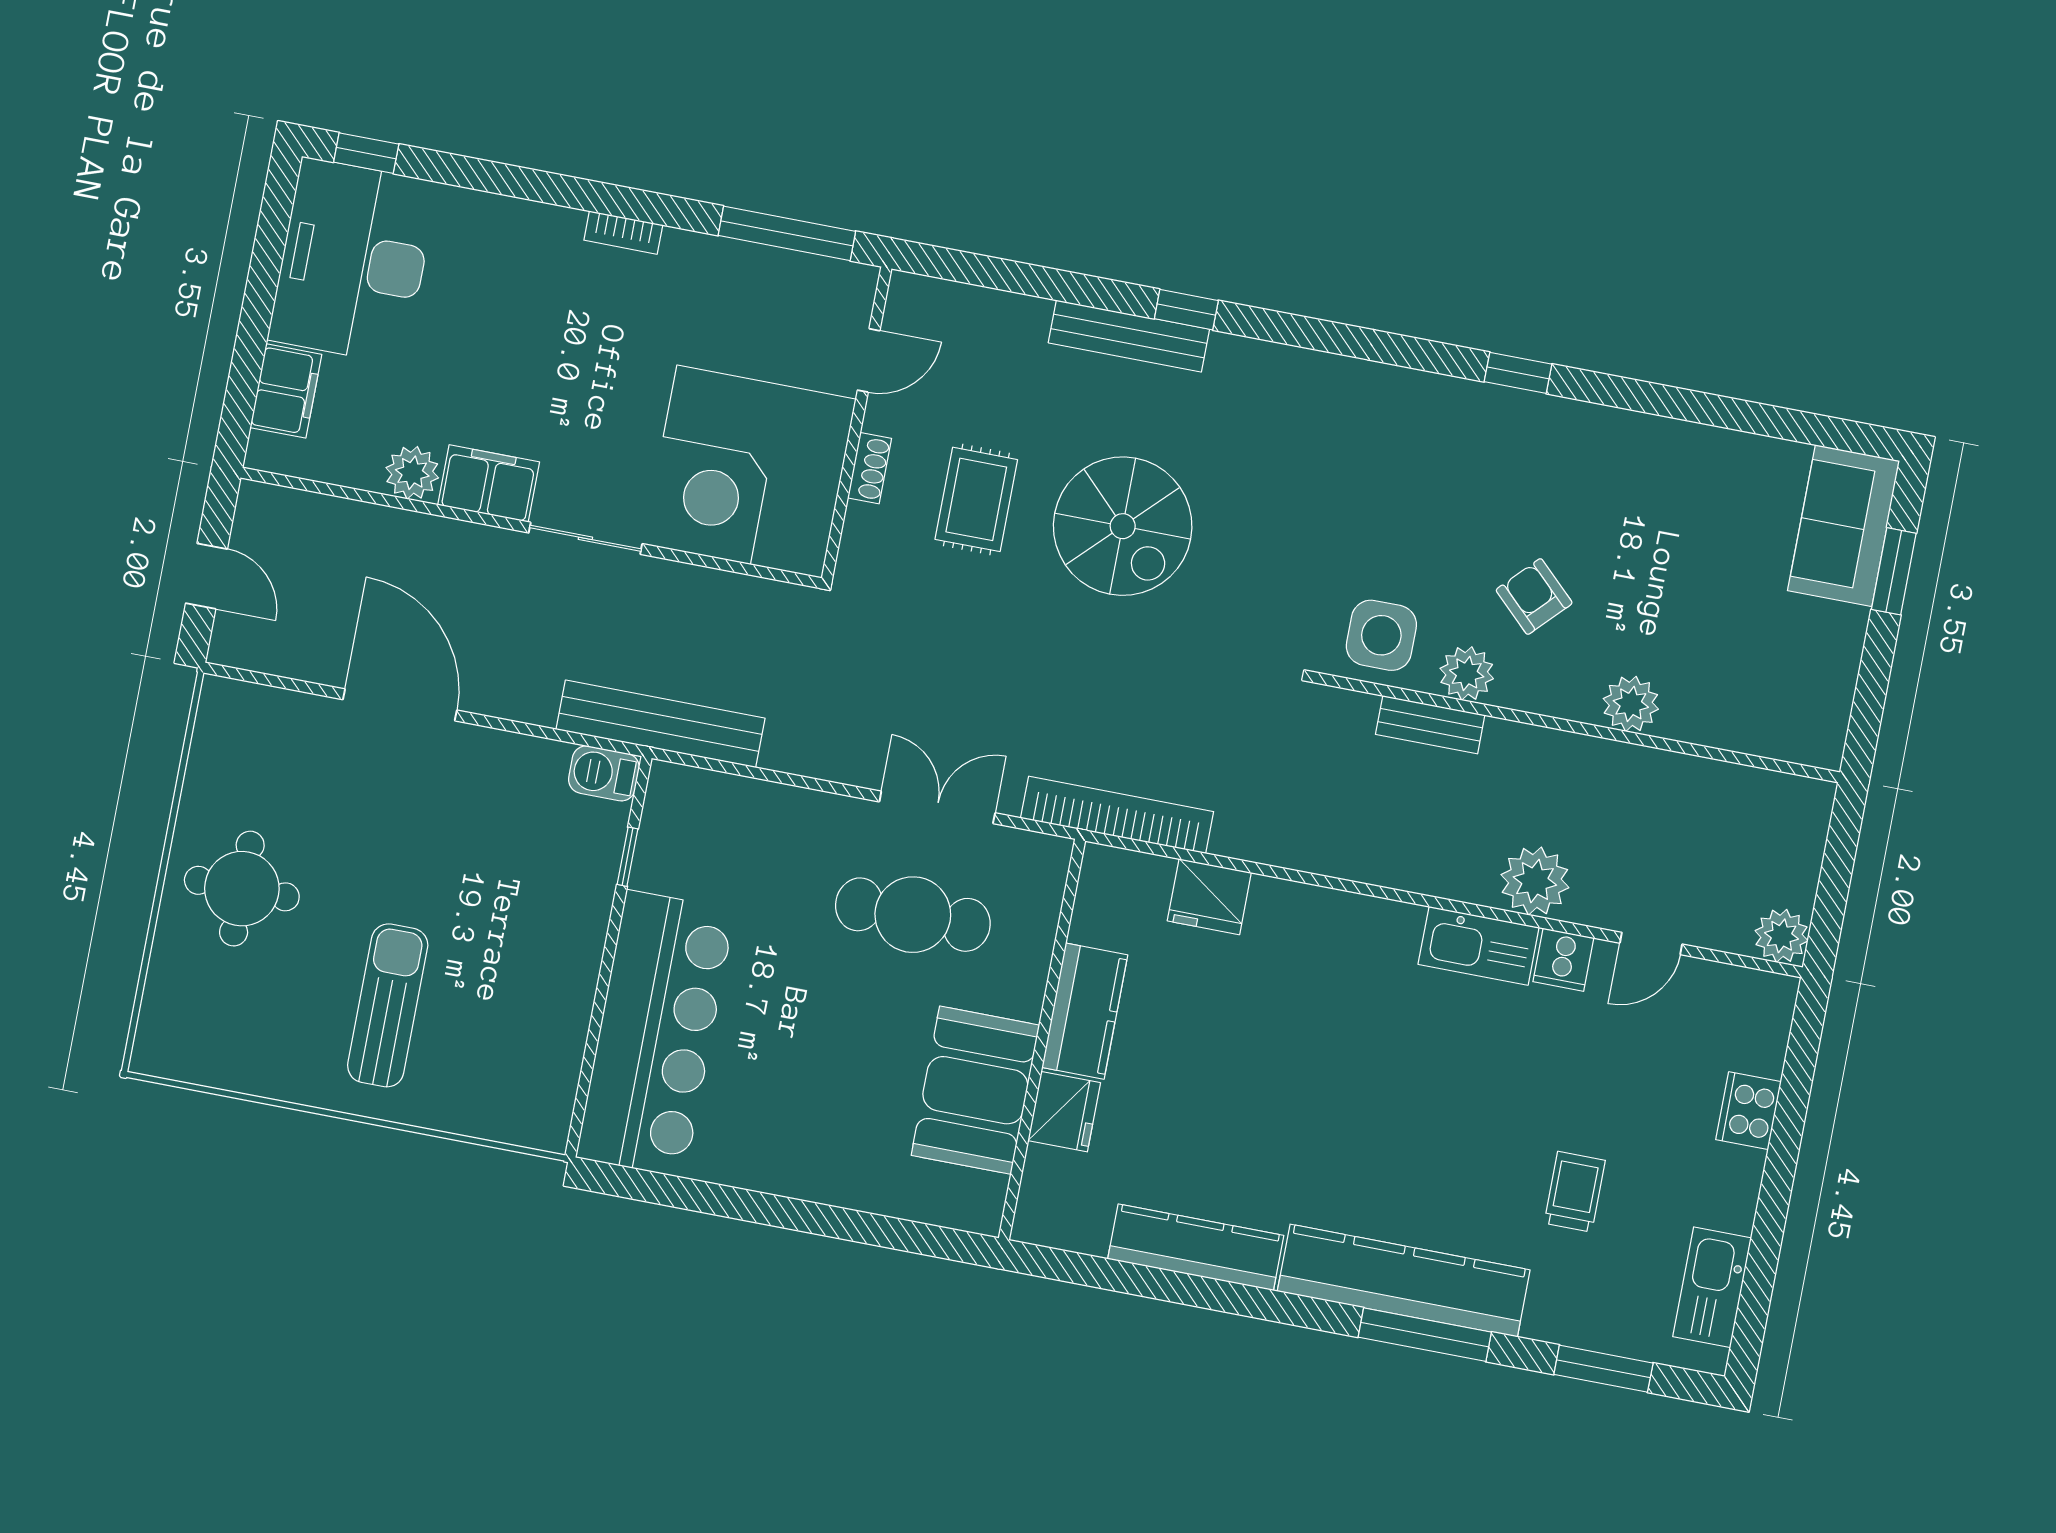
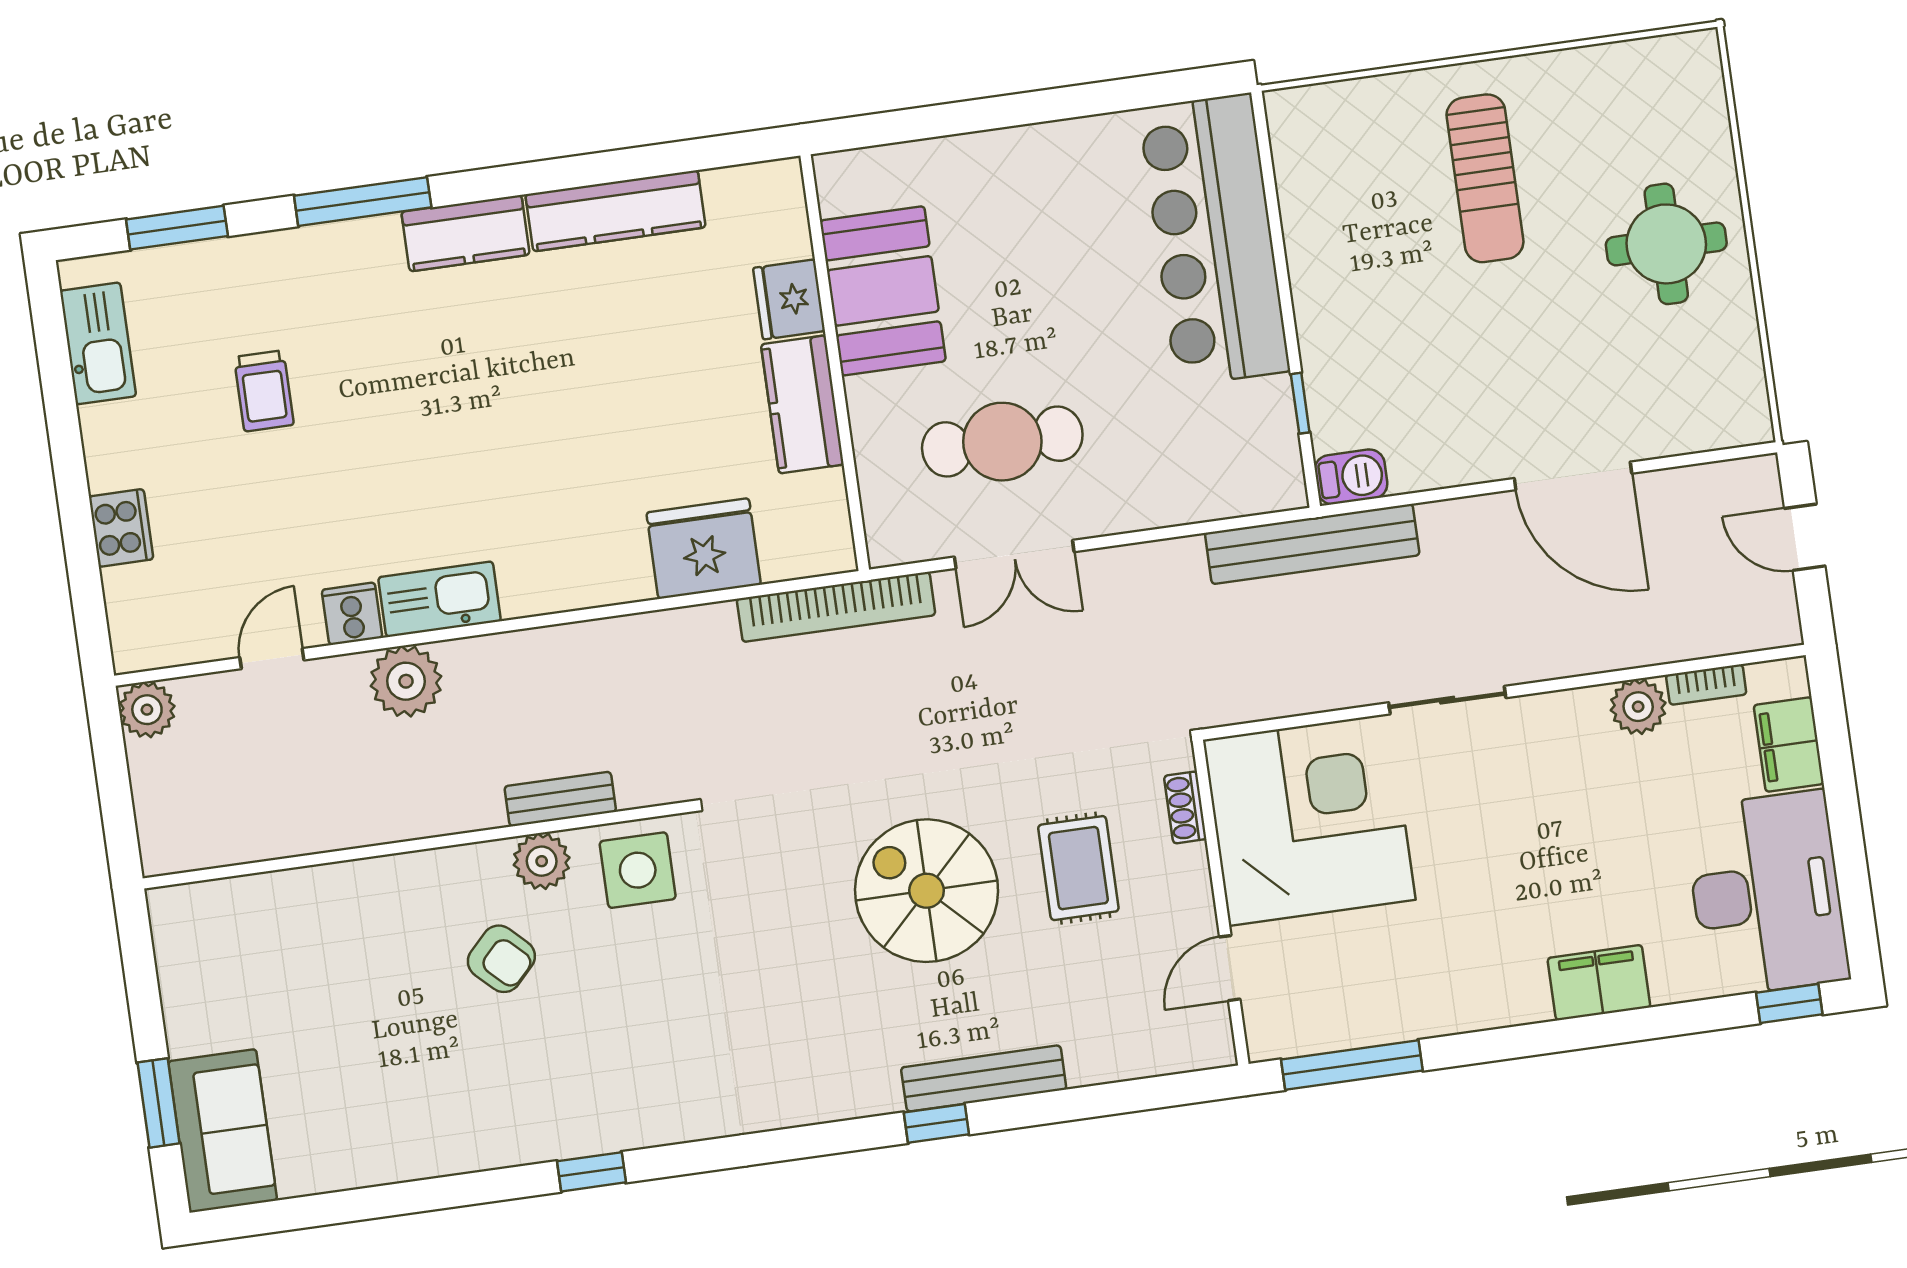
bookcase: (623, 233) -> (1706, 685), moved, turned 180
shoe rack: (870, 468) -> (1185, 807), moved
filing cabinet: (489, 483) -> (1599, 983), moved, turned 180
plant: (1631, 704) -> (371, 886), removed
fridge: (1209, 897) -> (704, 549), width x1.36, depth x1.34
kitchen counter: (1404, 1281) -> (466, 233), width x0.48, depth x0.86

